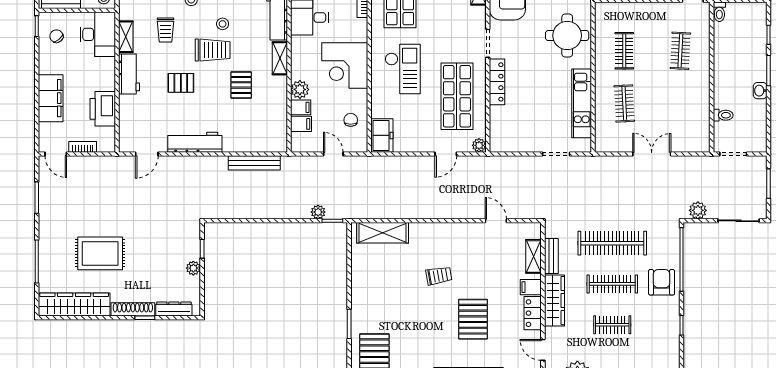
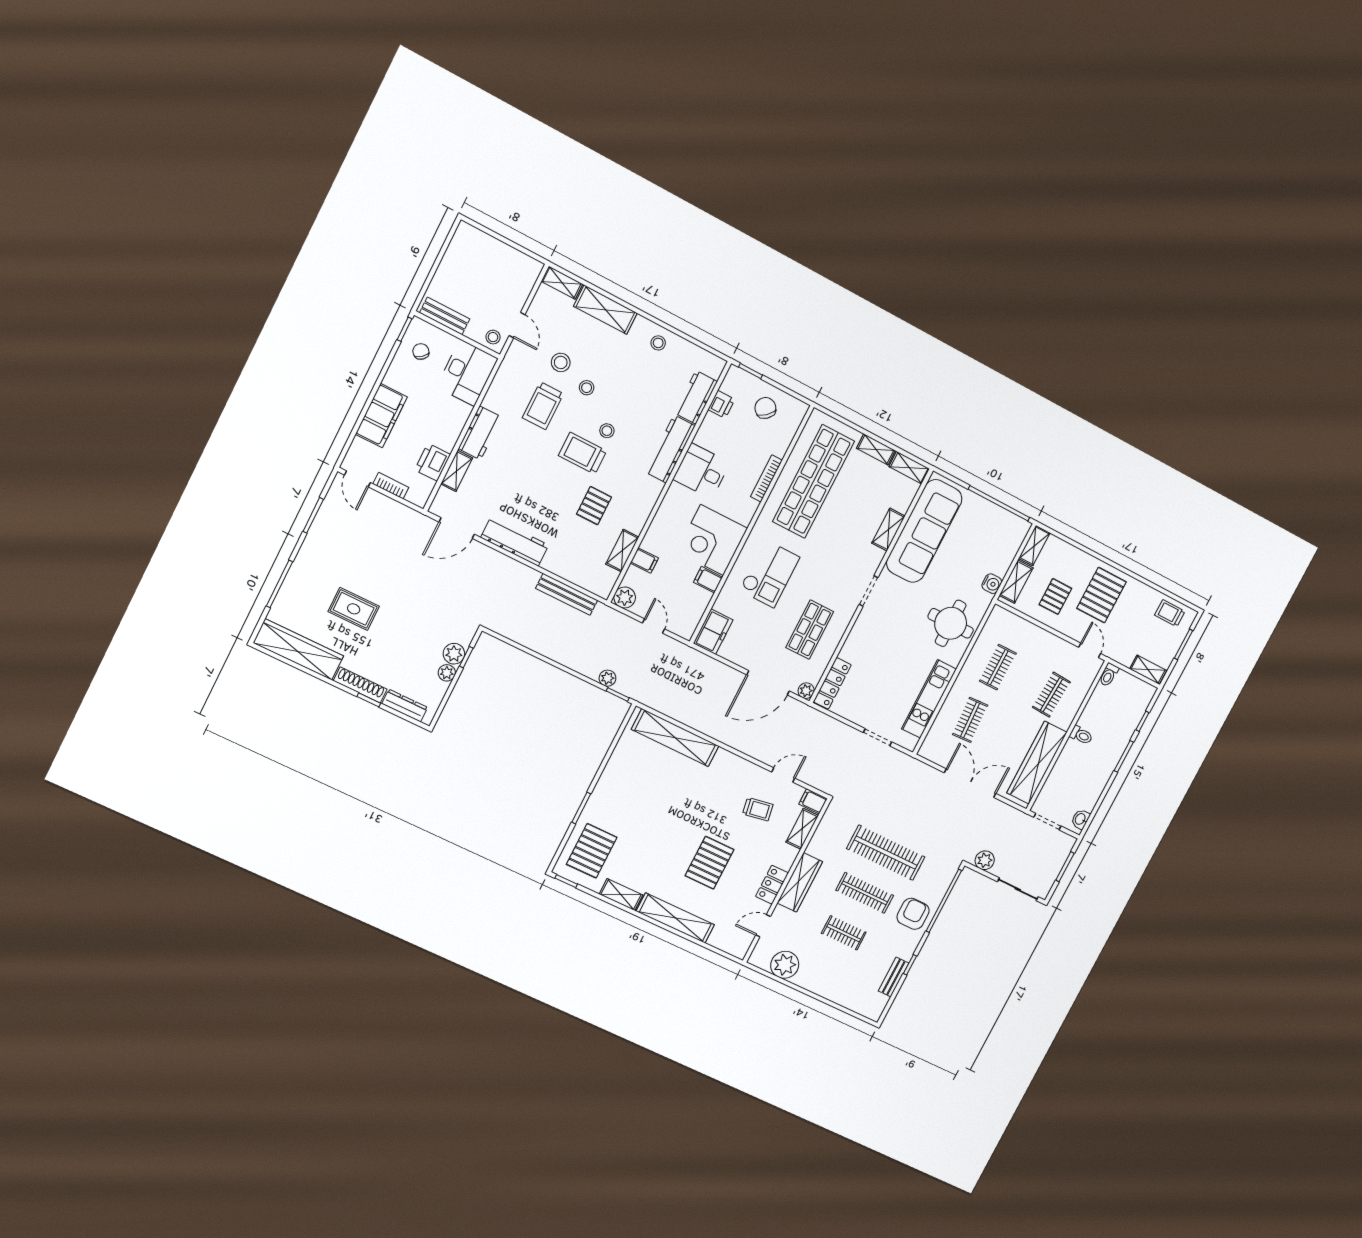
trolley: (165, 30) -> (543, 406), width x1.36, depth x1.39
shelving: (126, 37) -> (457, 471), moved
trolley: (213, 50) -> (582, 453), turned 180
shelving: (280, 58) -> (622, 551), moved
locker: (497, 82) -> (832, 683), moved
pallet: (181, 83) -> (531, 471), removed
plant: (300, 89) -> (625, 597), moved
washbasin: (760, 91) -> (1080, 819), moved
shop shelf: (457, 96) -> (810, 630), width x0.70, depth x0.74
printer: (103, 109) -> (433, 462), width x0.73, depth x0.84
wardrobe: (698, 111) -> (1037, 763), added
toilet: (723, 115) -> (1081, 735), moved
chair: (351, 120) -> (690, 600), removed
filing cabinet: (301, 124) -> (708, 580), moved, turned 180
door: (147, 154) -> (457, 528), width x1.38
door: (446, 154) -> (768, 683), width x1.87
double door: (652, 154) -> (970, 783), width x1.37
door: (496, 221) -> (783, 775), hinge flipped
shelving: (383, 233) -> (675, 738), width x1.47
plant: (192, 251) -> (454, 654), added
rug: (100, 253) -> (354, 609), width x0.73, depth x0.70
bench: (551, 256) -> (894, 977), moved
trolley: (439, 276) -> (758, 809), moved
filing cabinet: (531, 287) -> (813, 801), moved
door: (543, 350) -> (763, 926), hinge flipped

